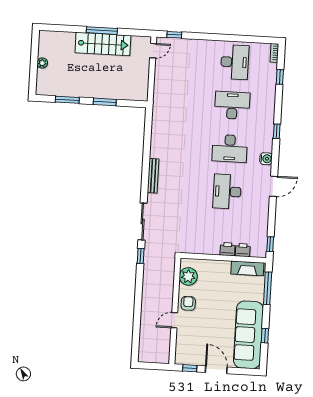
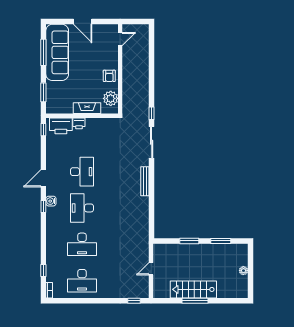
door: (153, 51) -> (151, 269), moved
desk: (235, 62) -> (82, 281), turned -90
window: (277, 131) -> (43, 207), moved
desk: (230, 148) -> (82, 208), turned -90
printer: (243, 250) -> (61, 126), width x1.87, depth x1.48
fireplace: (247, 268) -> (87, 108), moved
window: (268, 288) -> (43, 92), width x0.69
door: (174, 320) -> (120, 39), moved
window: (265, 336) -> (43, 52), width x2.17
window: (190, 368) -> (105, 22), removed

